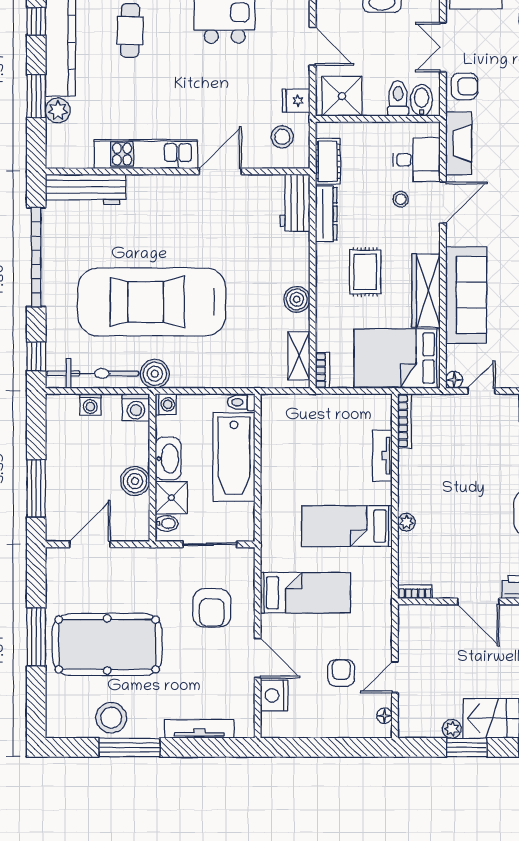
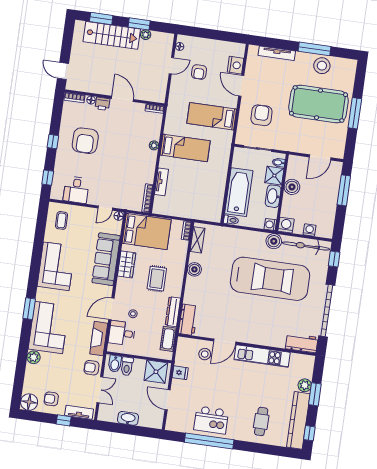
stool: (282, 137) -> (205, 354), moved
workbench: (86, 189) -> (302, 343), width x0.73
wardrobe: (426, 291) -> (127, 264), width x0.67

